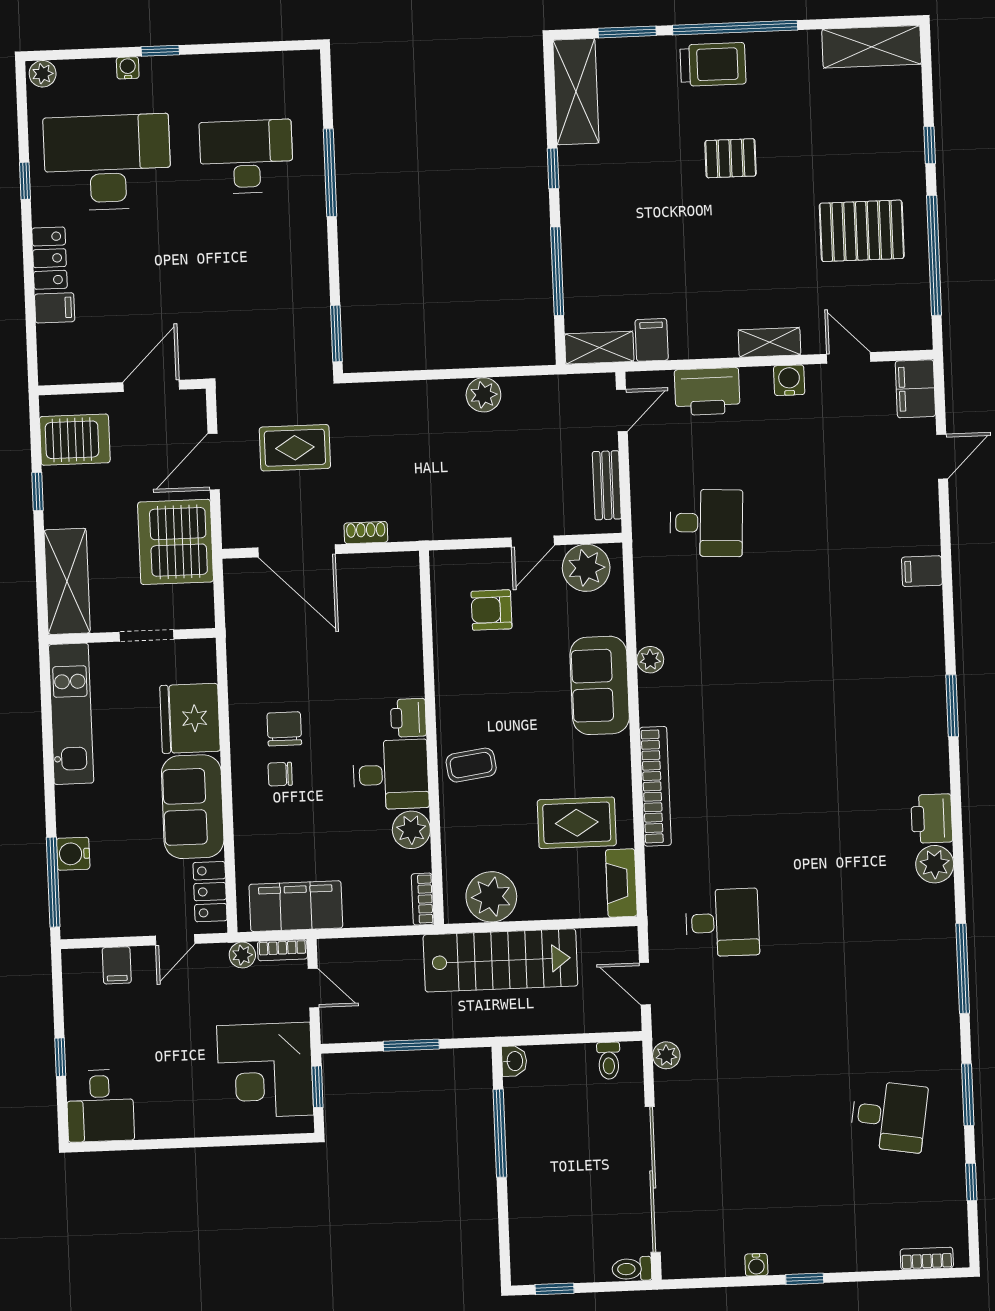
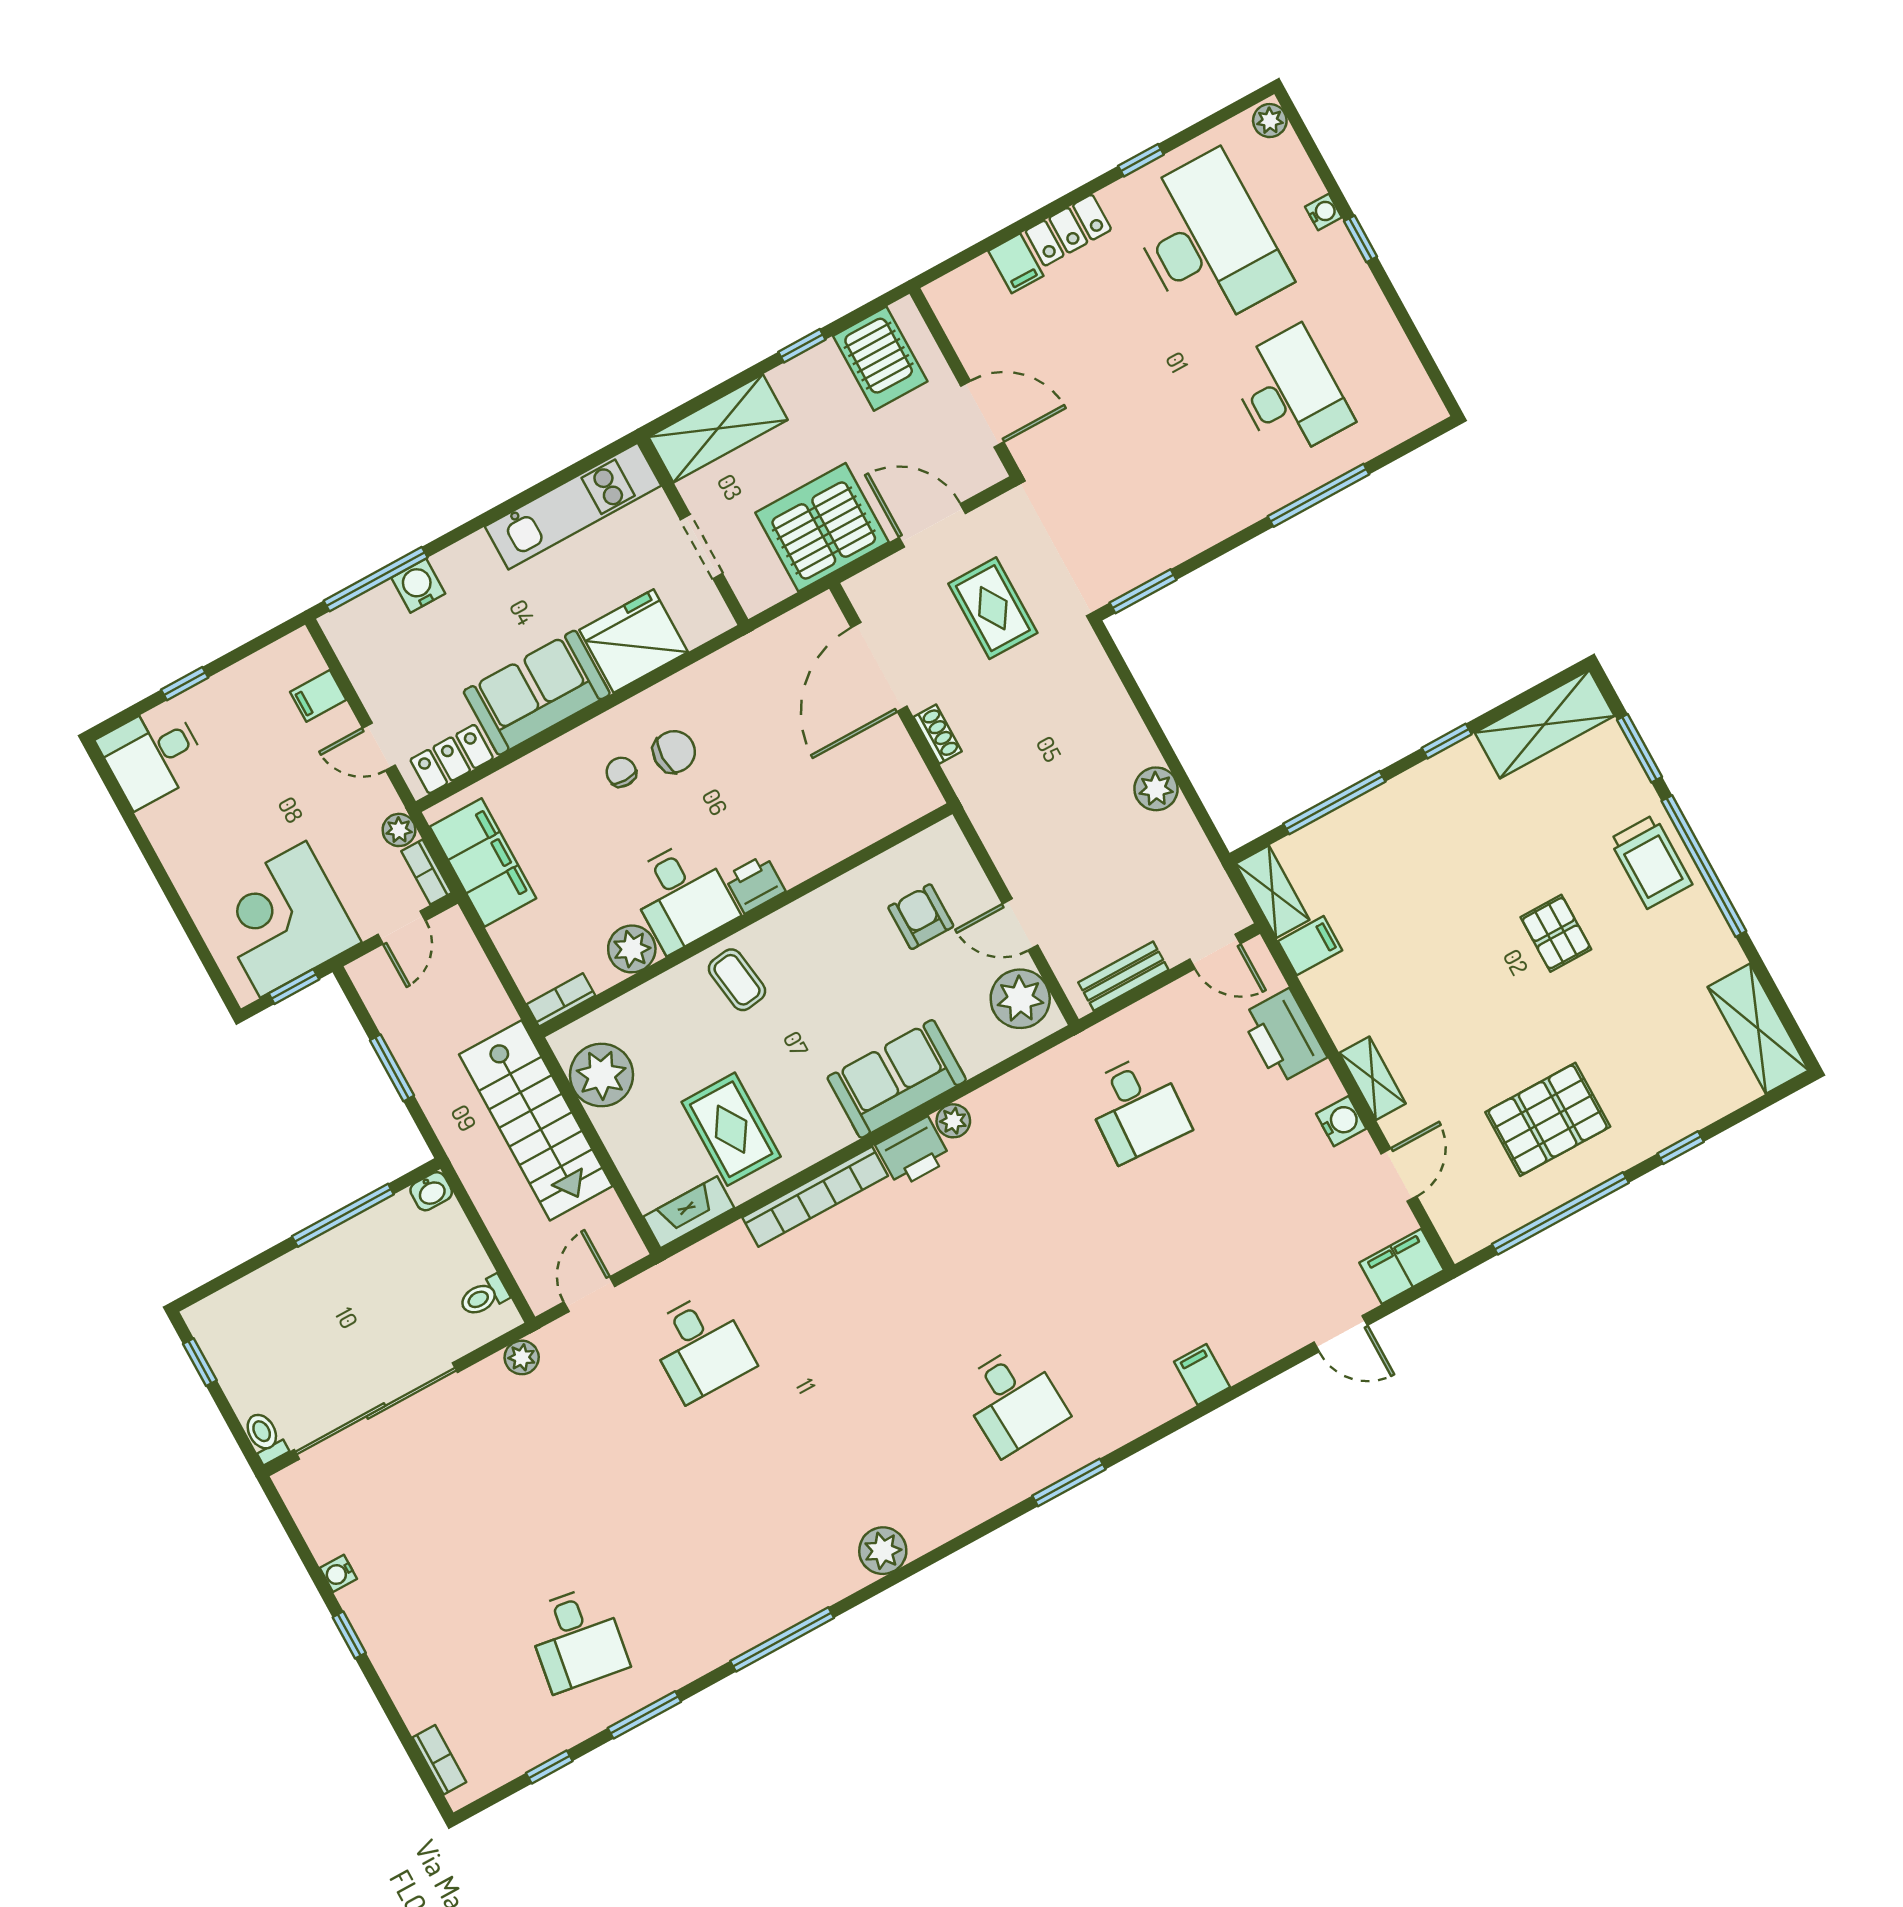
pallet: (862, 231) -> (1548, 1119), turned 90
desk: (873, 716) -> (1013, 1400), added
printer: (932, 819) -> (913, 1152), moved, turned 180

